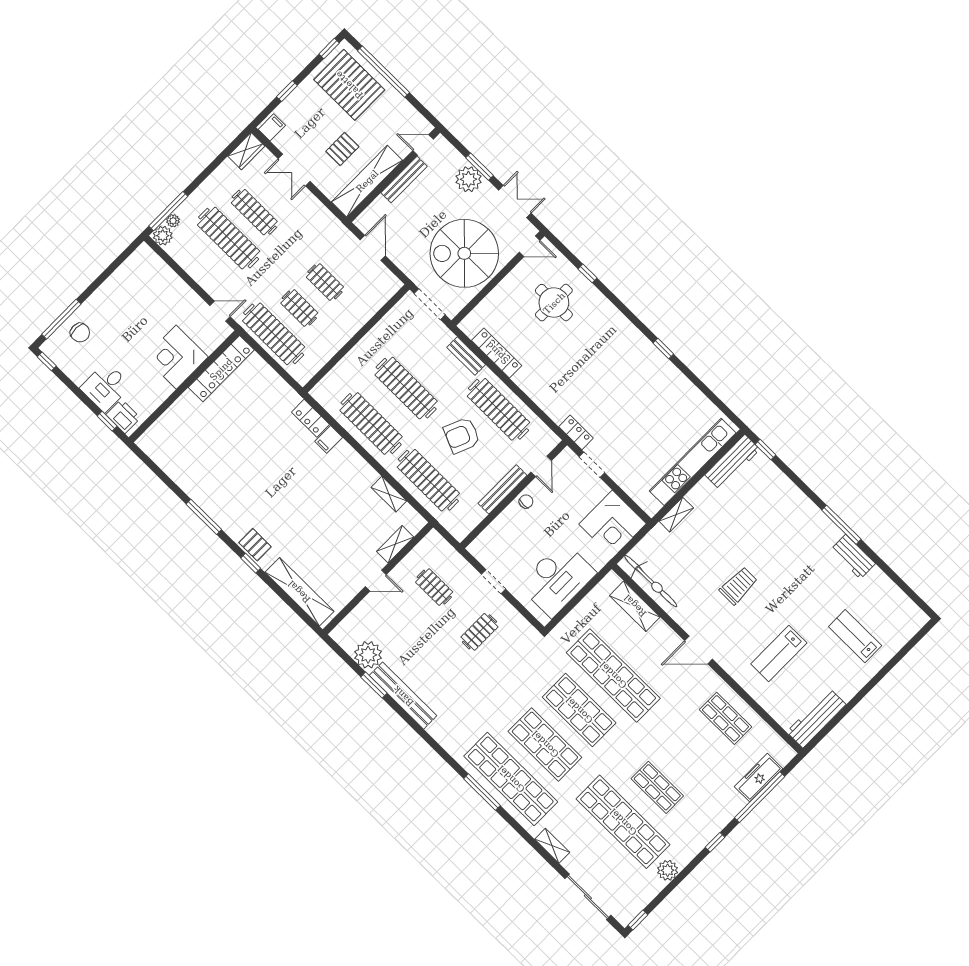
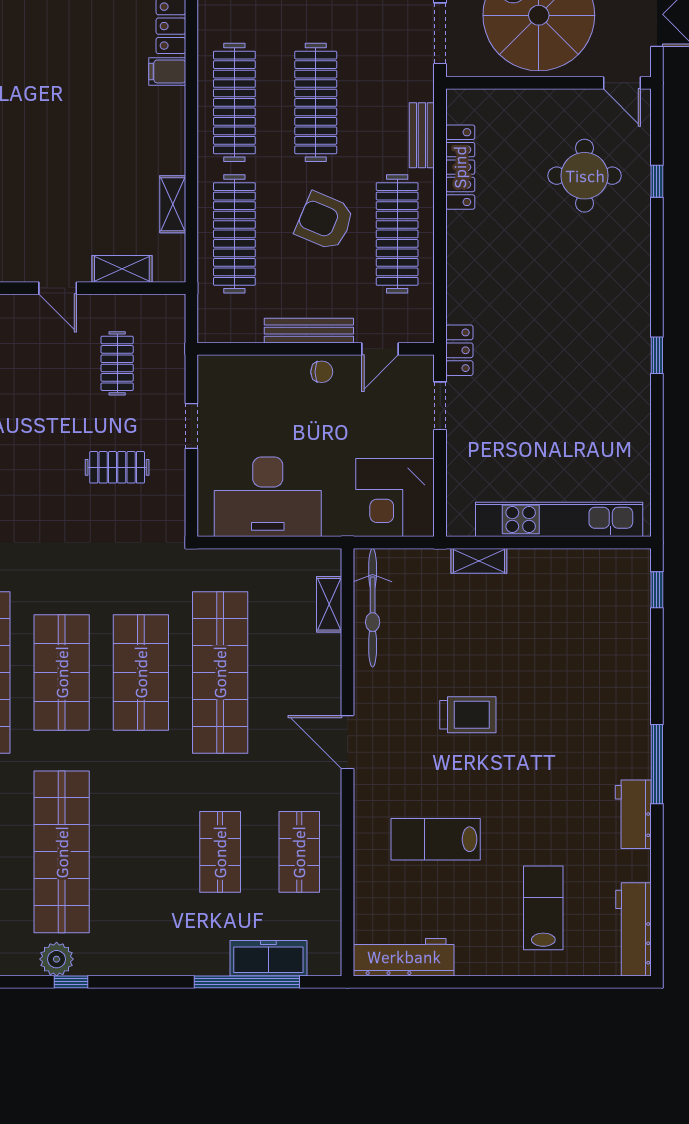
workbench: (732, 462) -> (633, 929), moved, turned 90
shelving: (635, 606) -> (329, 604), width x0.67, depth x0.75
shop shelf: (657, 787) -> (220, 852), moved
window: (715, 842) -> (71, 982), moved

